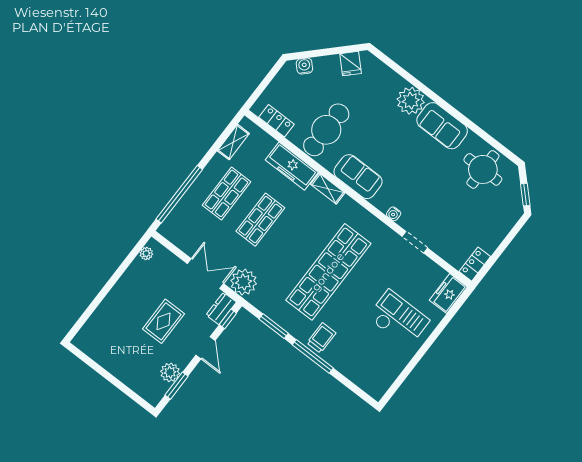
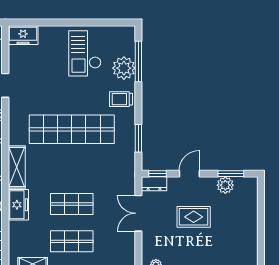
freezer: (292, 166) -> (18, 205), width x0.71
shelving: (328, 189) -> (17, 167), width x1.50, depth x1.33
plant: (244, 282) -> (124, 68), moved
checkout: (398, 319) -> (85, 53), moved
window: (313, 356) -> (138, 62), moved

